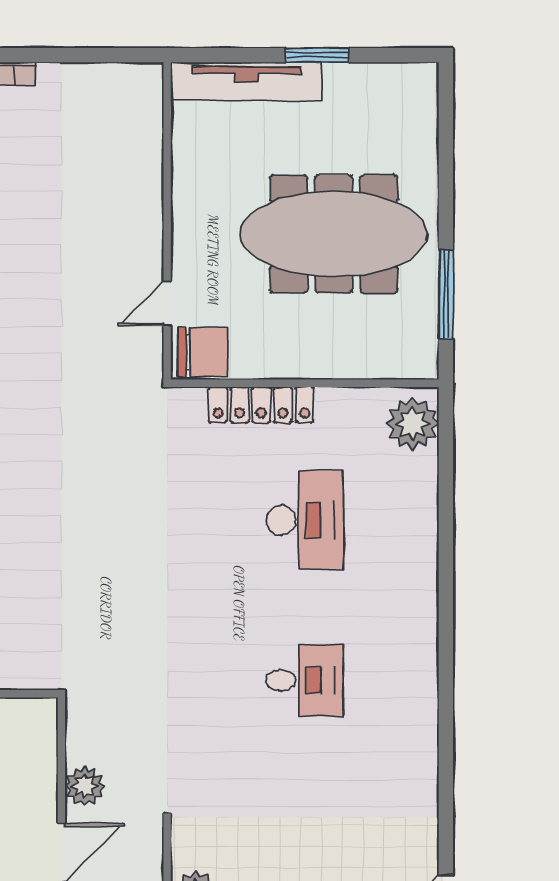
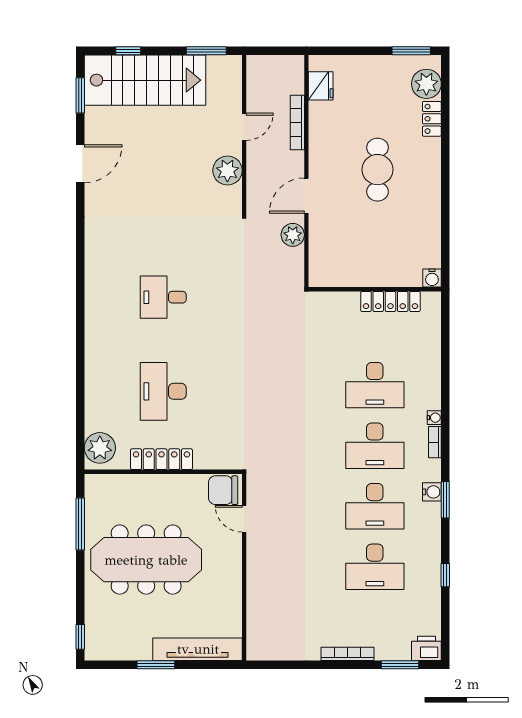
window: (446, 103) -> (80, 637), added
door: (167, 303) -> (244, 519), swing flipped
locker: (261, 405) -> (161, 459), moved

